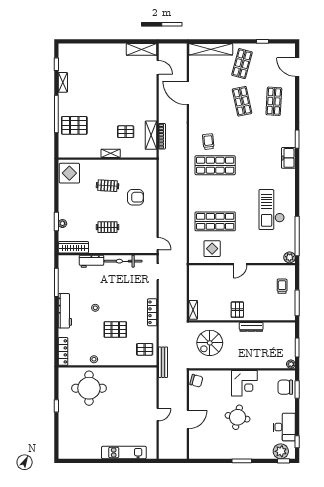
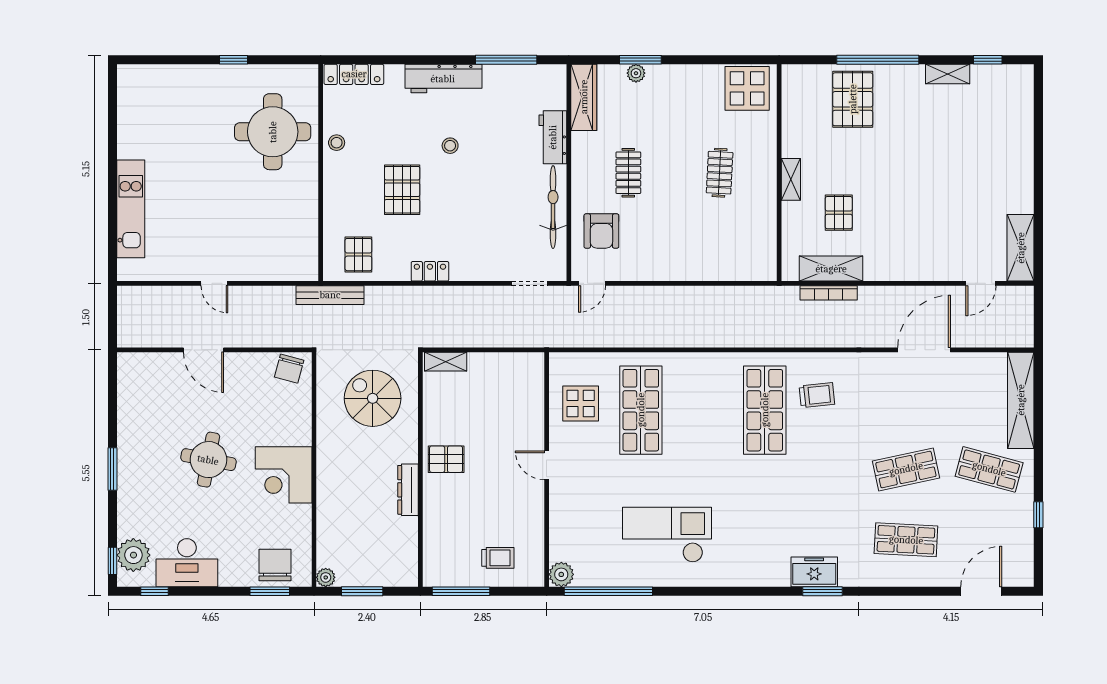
freezer: (288, 158) -> (814, 572), moved
armchair: (136, 197) -> (601, 231), moved
locker: (152, 312) -> (430, 271), width x0.66

